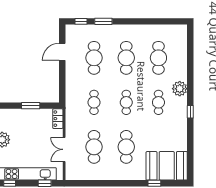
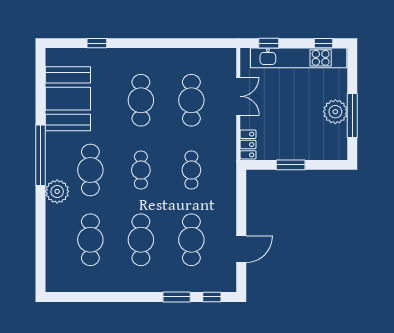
cafe table: (158, 102) -> (90, 170), width x1.37, depth x1.35
window: (190, 112) -> (41, 155), width x3.17
booth: (167, 166) -> (68, 99), moved, turned 90

